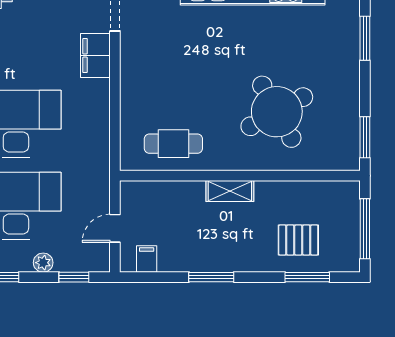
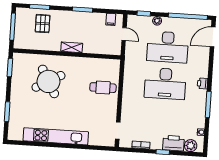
filing cabinet: (95, 56) -> (128, 112), removed
cafe table: (173, 144) -> (103, 88), moved
door: (115, 228) -> (124, 34), hinge flipped
pallet: (298, 240) -> (43, 24), turned 90

